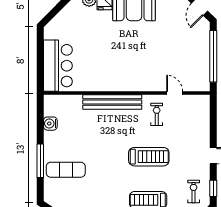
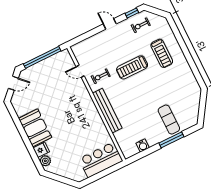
door: (175, 93) -> (80, 71), hinge flipped
treadmill: (149, 157) -> (132, 67), turned -90

